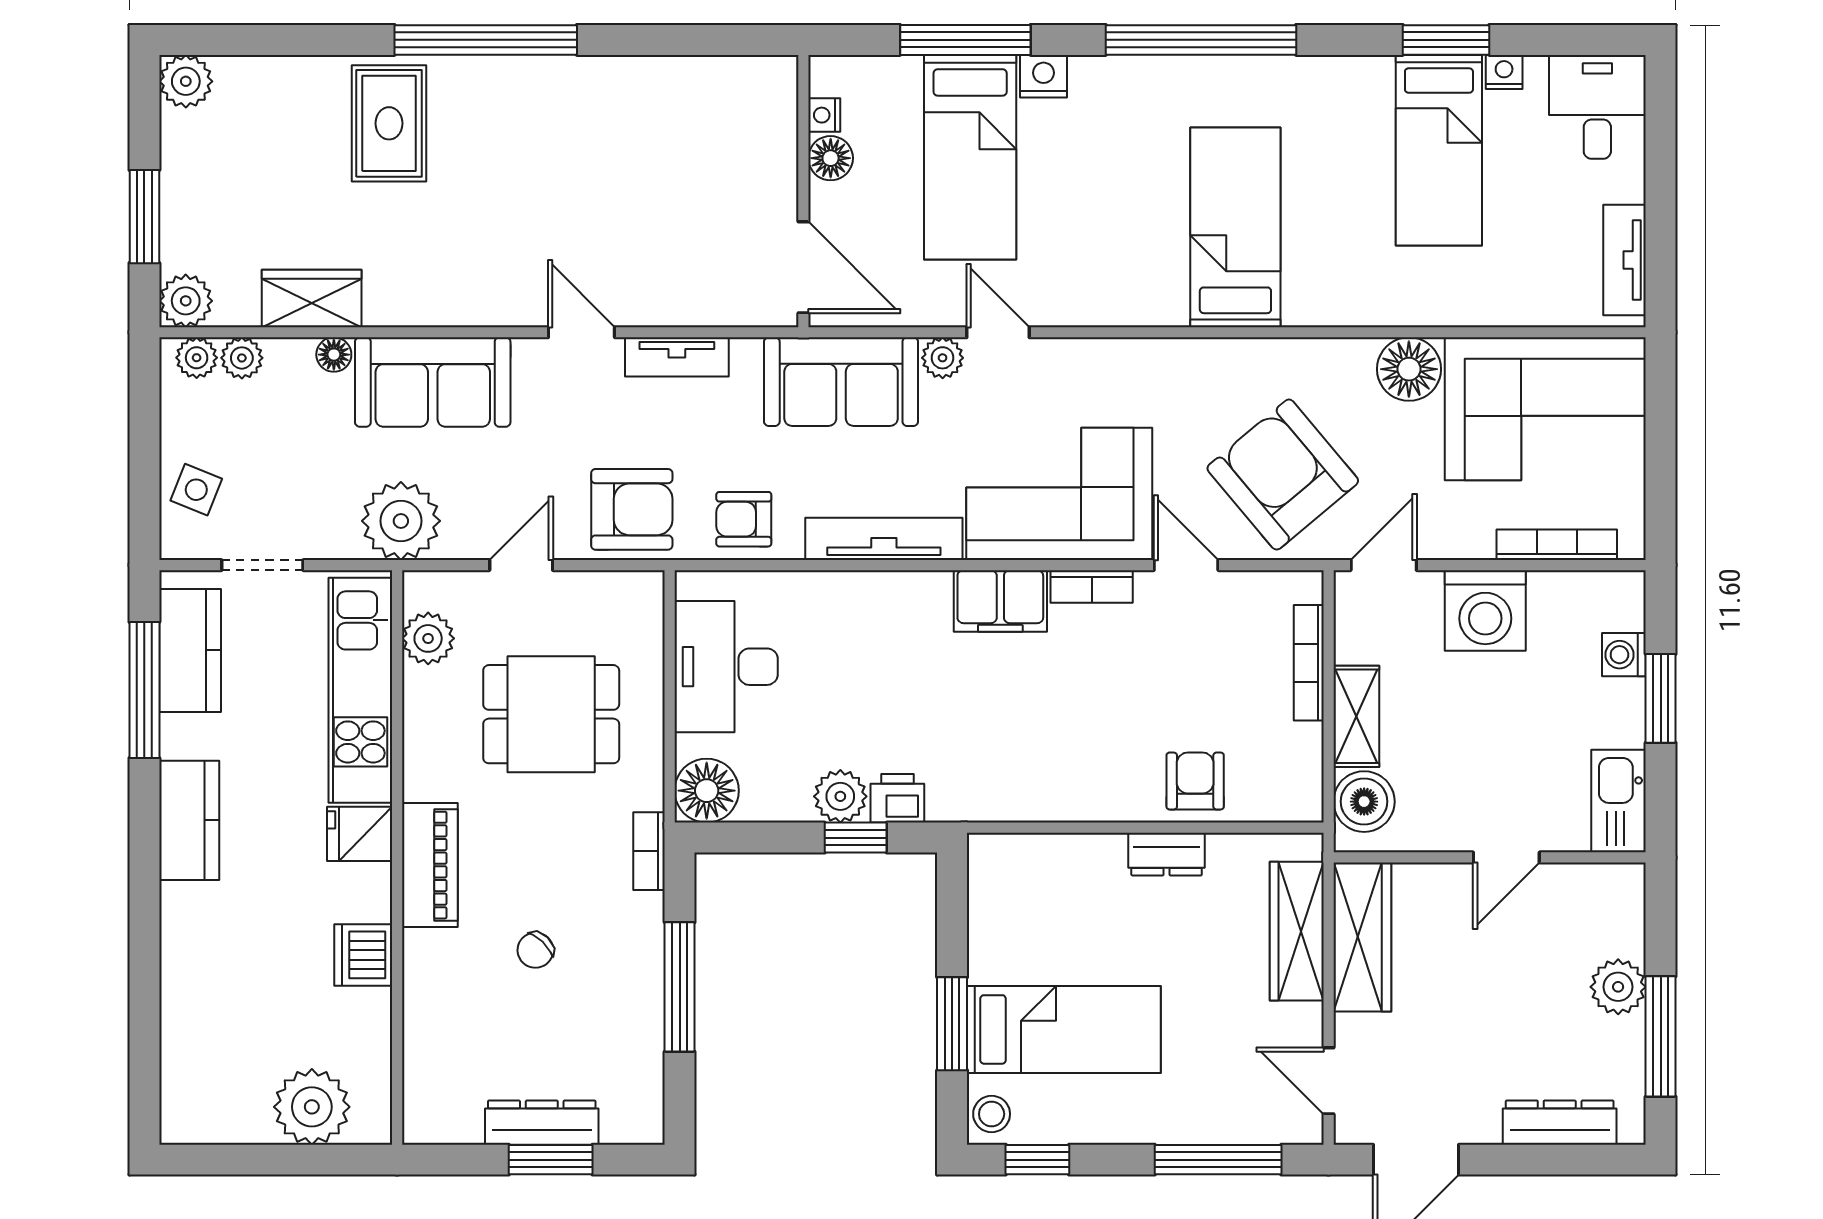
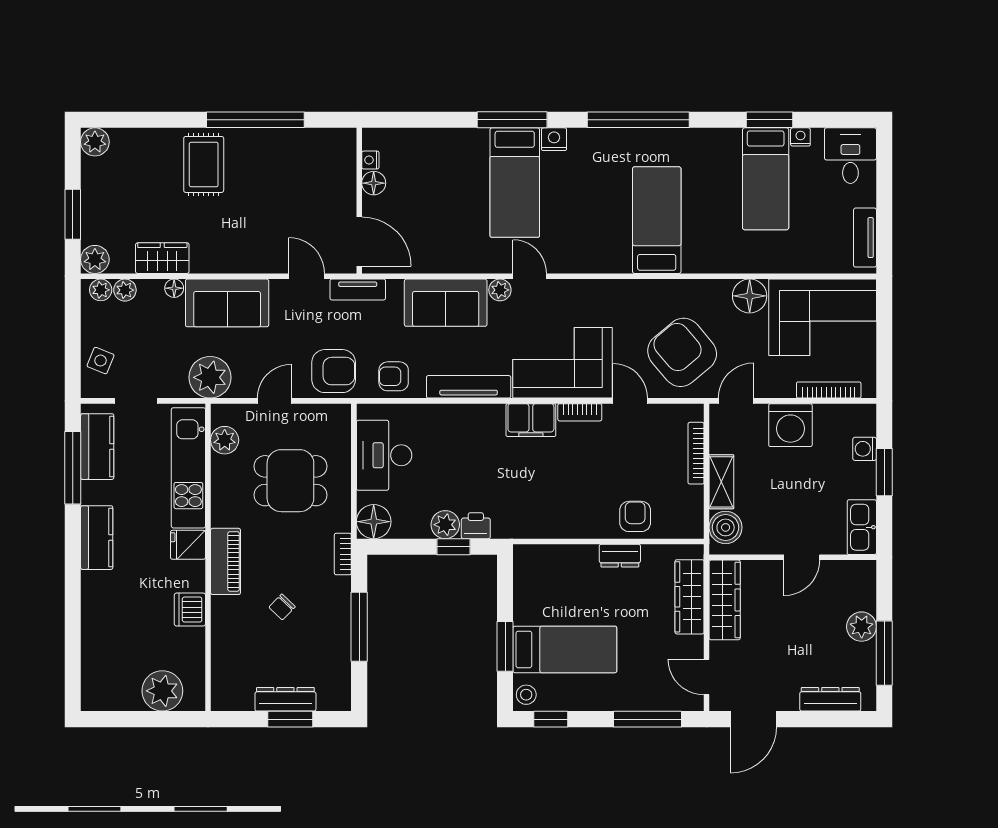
nightstand: (824, 115) -> (370, 160), moved
floor lamp: (831, 158) -> (374, 183), moved
wall: (803, 191) -> (359, 201), moved
door: (803, 267) -> (359, 242), moved

